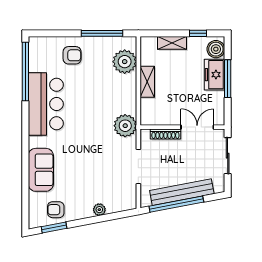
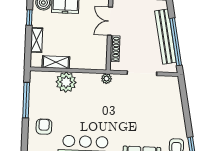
plant: (125, 62) -> (66, 82), moved
shelving: (147, 82) -> (56, 62), moved
plant: (125, 126) -> (107, 79), width x0.53, depth x0.53
plant: (99, 210) -> (178, 108), removed

